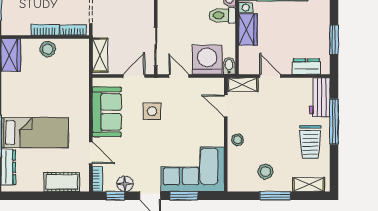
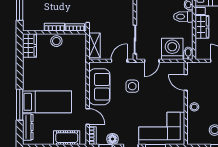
door: (179, 76) -> (152, 61), swing flipped
shelving: (243, 85) -> (198, 67), removed

